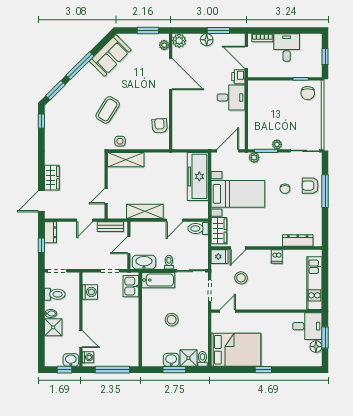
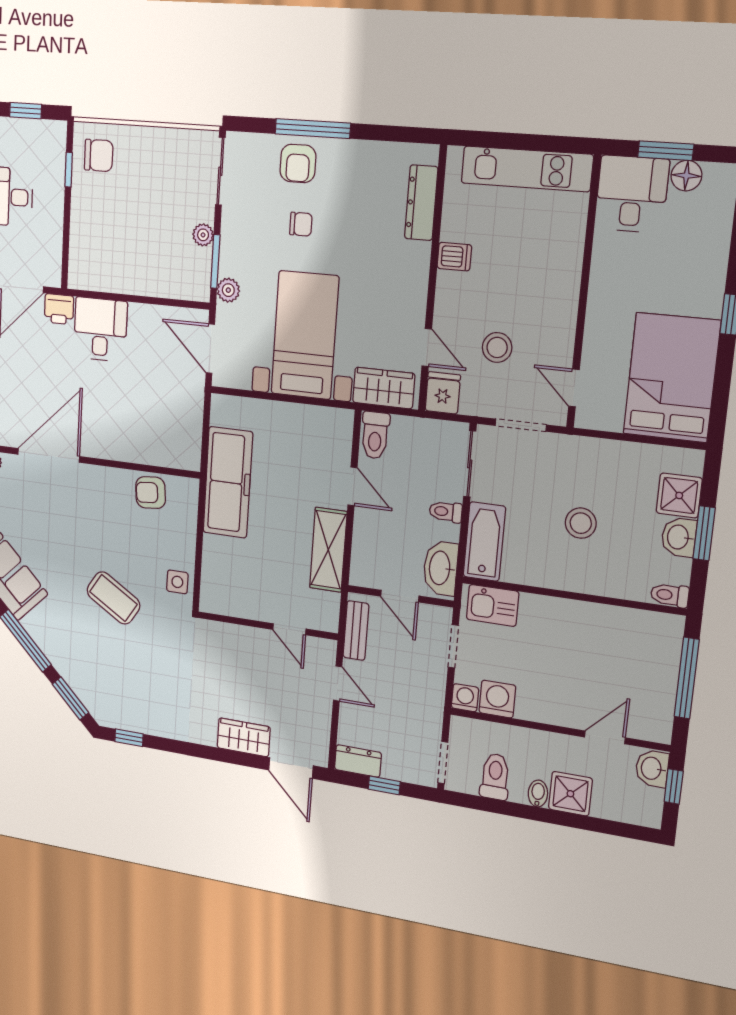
shelving: (126, 160) -> (216, 575), removed
freezer: (198, 176) -> (228, 482), moved, turned -90
washing machine: (88, 357) -> (465, 698), moved
toilet: (202, 359) -> (670, 595), moved

